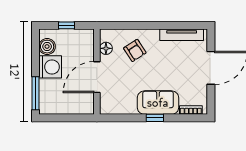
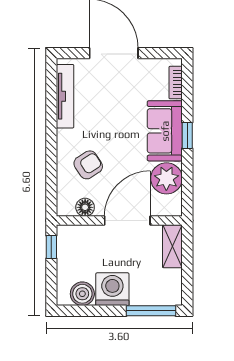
window: (66, 25) -> (51, 247), moved
door: (97, 77) -> (127, 221), swing flipped
plant: (126, 104) -> (166, 178), added
shelving: (79, 108) -> (172, 246), added

